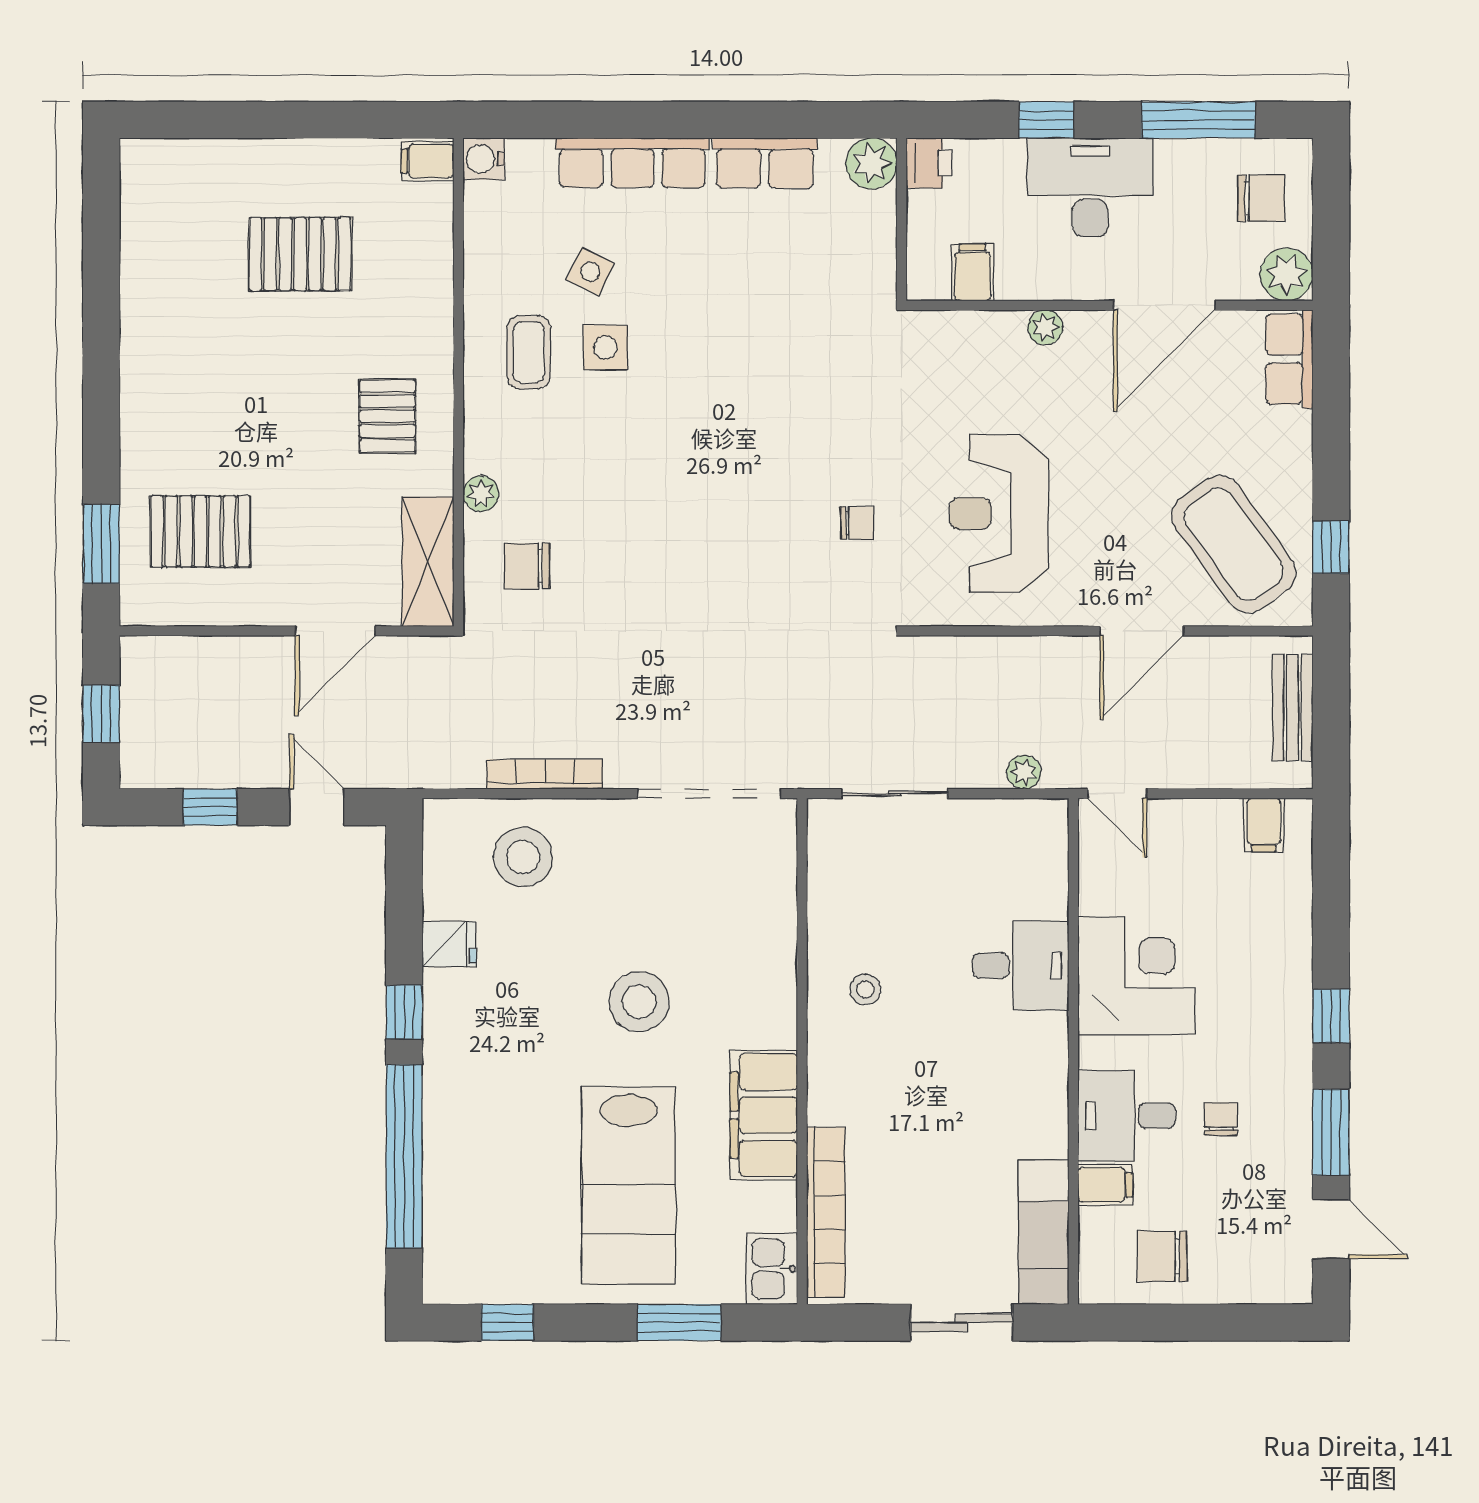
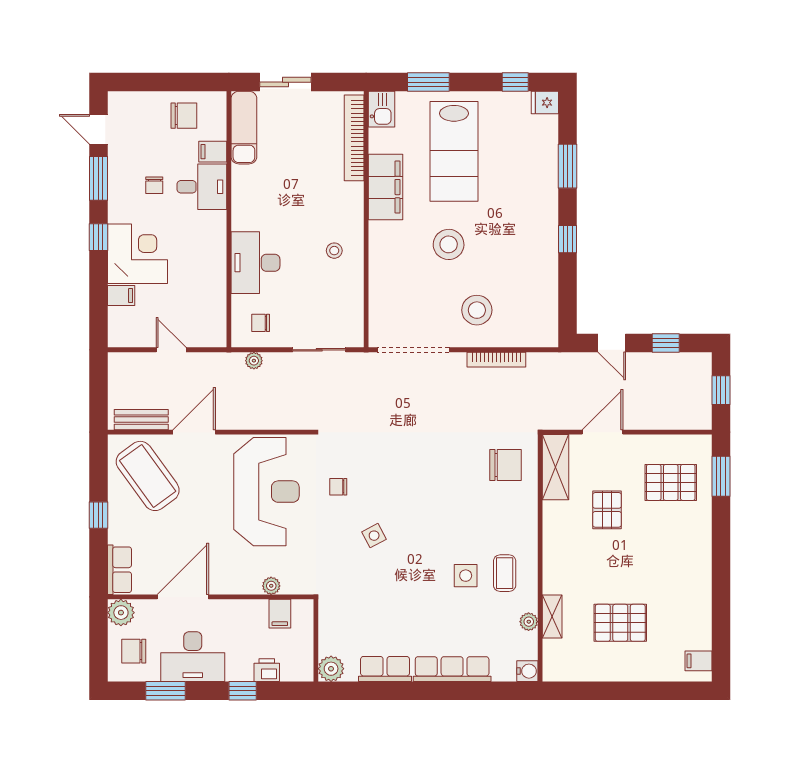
window: (1199, 120) -> (165, 691), width x0.69
filing cabinet: (428, 161) -> (698, 661), moved, turned 180
printer: (929, 163) -> (267, 670), moved, turned 90
desk: (1090, 187) -> (193, 657), moved
shelving: (435, 267) -> (552, 616), added
side table: (590, 271) -> (374, 536), moved, turned 36
plant: (1045, 327) -> (271, 586), moved
pallet: (387, 416) -> (607, 510), moved
plant: (481, 494) -> (529, 622), moved
reception desk: (999, 513) -> (266, 492), width x1.36, depth x1.30
window: (1331, 547) -> (98, 515), moved
chair: (527, 566) -> (505, 465), width x1.37, depth x1.37
bench: (1293, 707) -> (141, 420), moved, turned 90
door: (1117, 794) -> (171, 350), moved
filing cabinet: (1264, 825) -> (121, 296), moved, turned 90
chair: (1011, 847) -> (261, 323), added
stool: (523, 857) -> (477, 310), moved
fridge: (449, 944) -> (545, 103), moved
desk: (1021, 966) -> (255, 263), width x1.37
corner desk: (1137, 976) -> (137, 254), moved, turned 180
window: (404, 1156) -> (568, 166), width x0.47
lab bench: (629, 1185) -> (454, 151), turned 180

